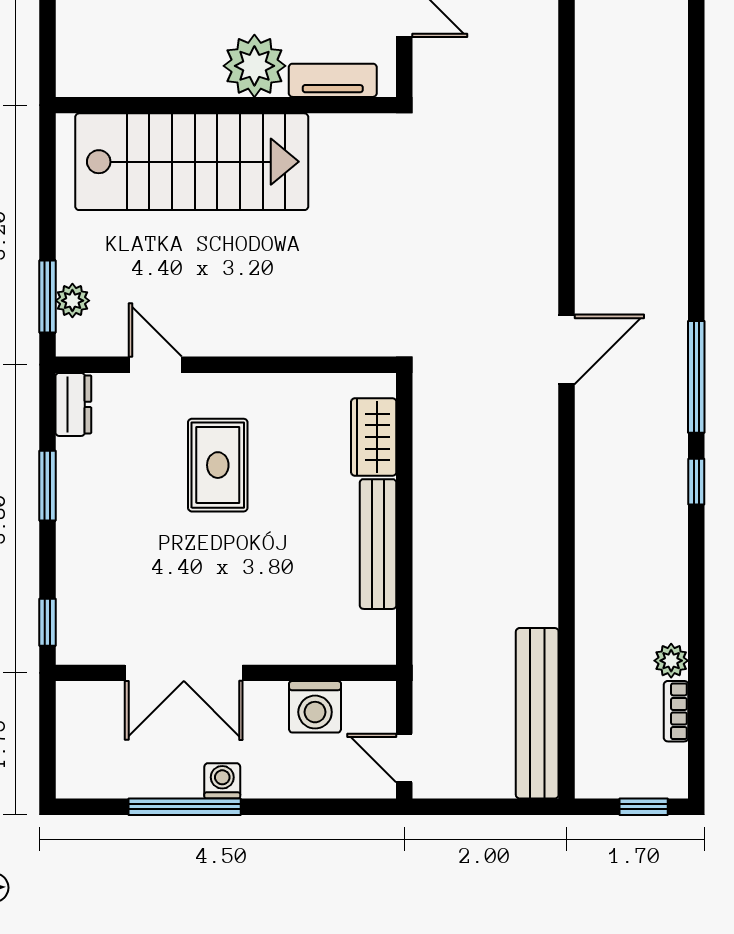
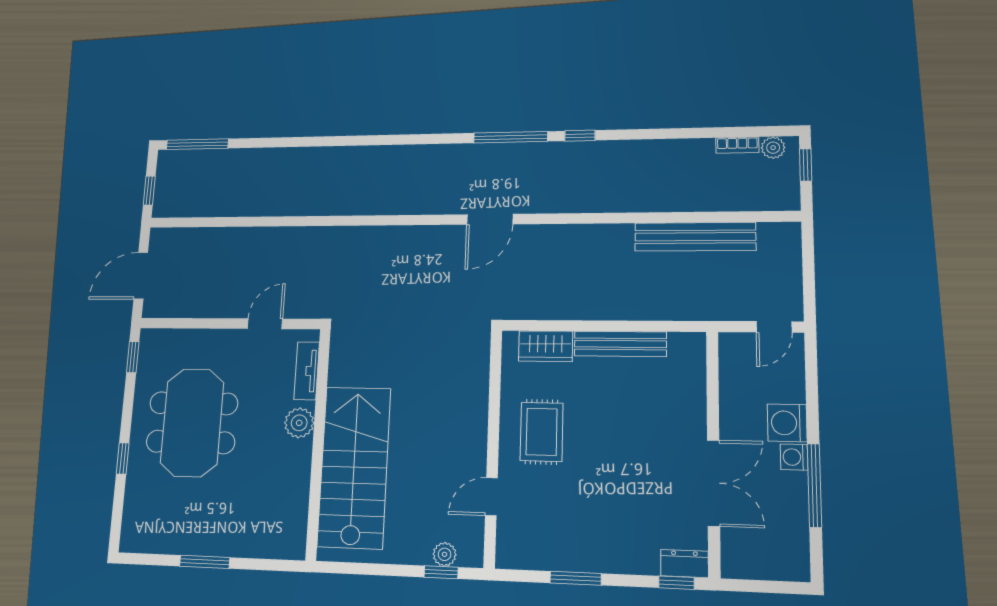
plant: (254, 66) -> (299, 423), width x0.73, depth x0.73
window: (47, 296) -> (441, 572), width x0.67
door: (567, 349) -> (490, 219), swing flipped
dresser: (73, 404) -> (684, 564), moved
rug: (218, 465) -> (542, 432), moved, turned 90
plant: (671, 661) -> (773, 148), moved
washing machine: (315, 707) -> (787, 423), moved, turned 180
bench: (537, 713) -> (695, 237), moved

